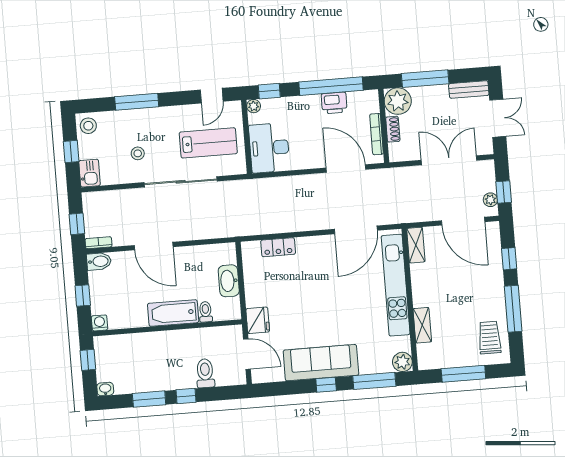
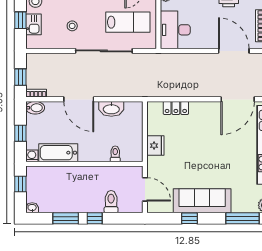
kitchen sink: (90, 173) -> (33, 24), moved
washbasin: (229, 281) -> (111, 109), moved, turned -90
bathtub: (173, 313) -> (58, 153), moved
fridge: (258, 320) -> (155, 146), moved
window: (326, 385) -> (189, 218), moved

